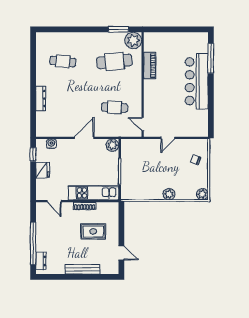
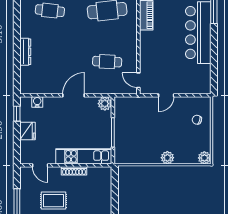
rug: (93, 231) -> (54, 201), moved

